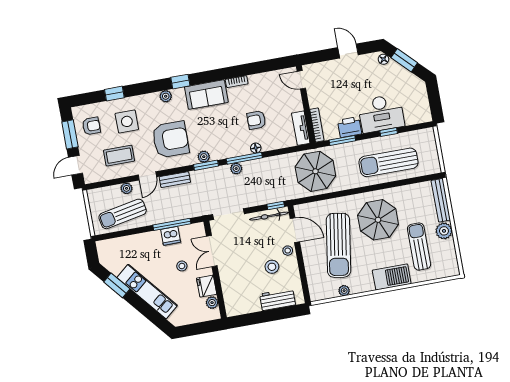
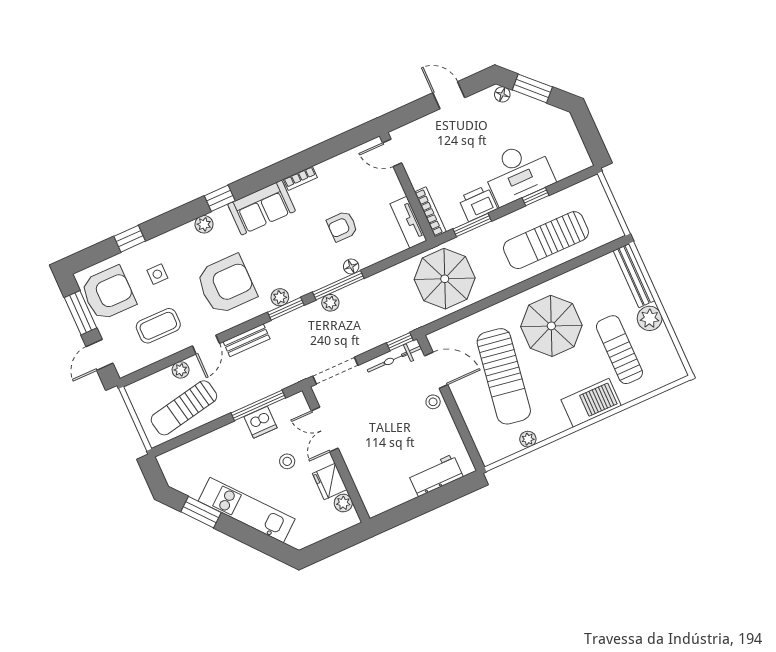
side table: (127, 121) -> (157, 274), width x0.54, depth x0.54
armchair: (91, 126) -> (108, 293), width x1.88, depth x1.88
stool: (272, 267) -> (416, 431), removed

